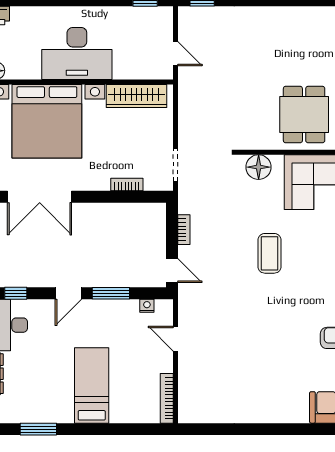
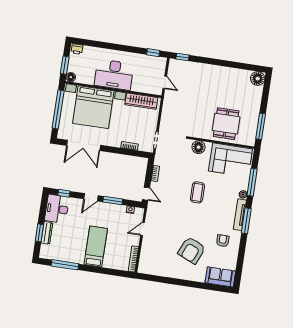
door: (176, 339) -> (143, 229), hinge flipped
armchair: (275, 365) -> (192, 250), added
window: (38, 429) -> (65, 265), width x1.44

